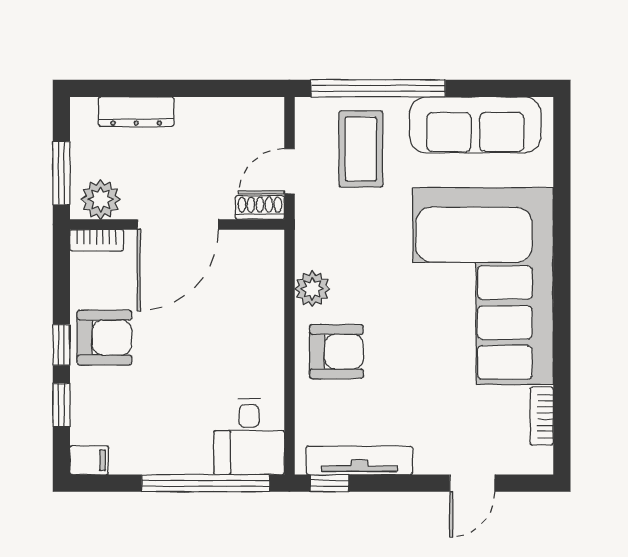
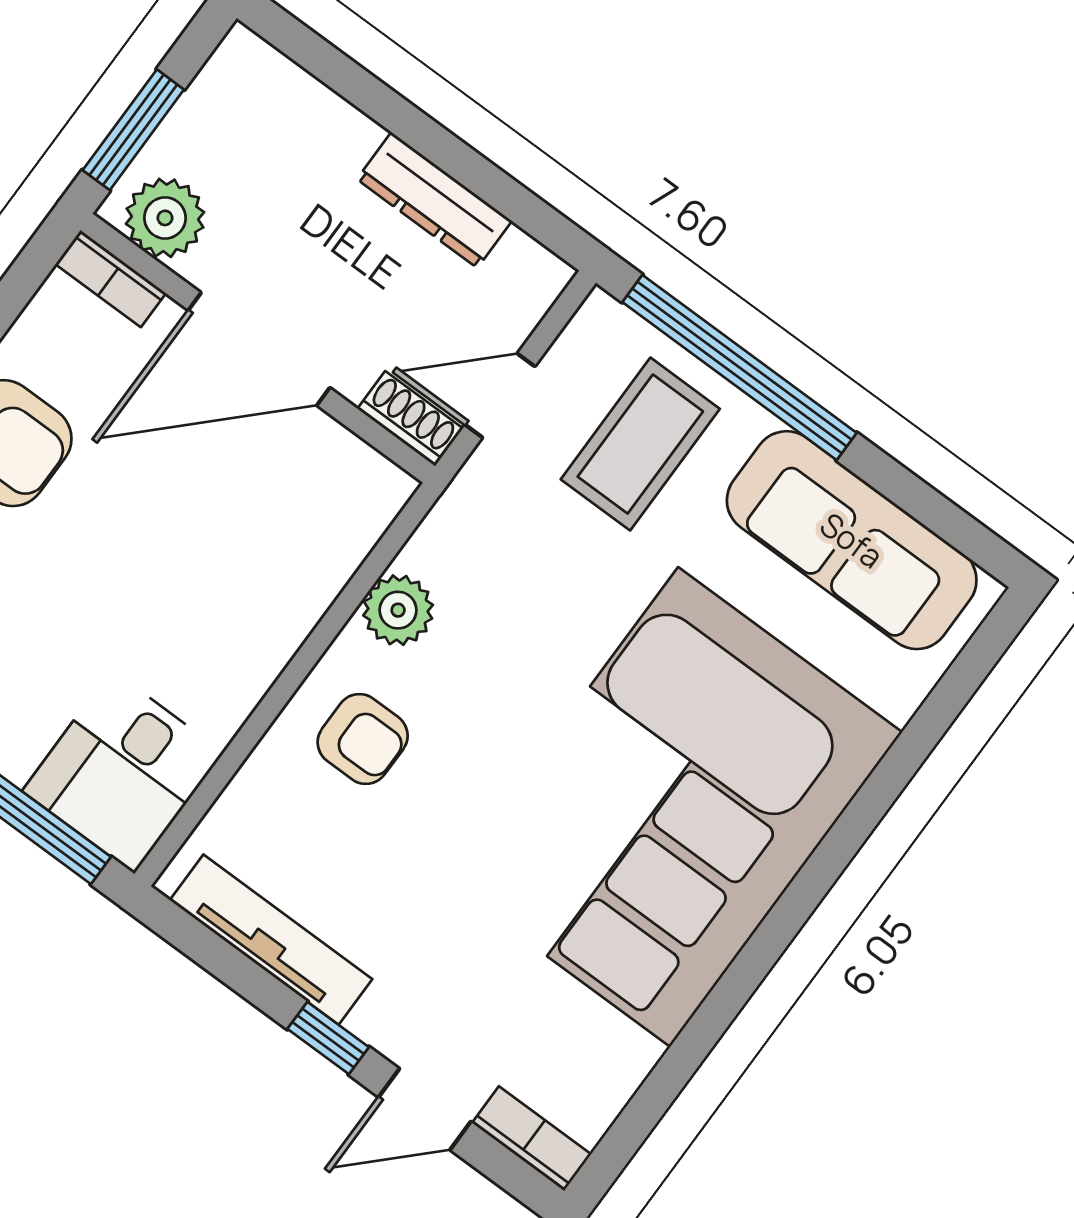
dresser: (136, 112) -> (434, 200), moved
armchair: (336, 352) -> (363, 739), width x0.72, depth x0.72
bookcase: (542, 416) -> (532, 1138), moved, turned 90
window: (329, 483) -> (328, 1038), moved

